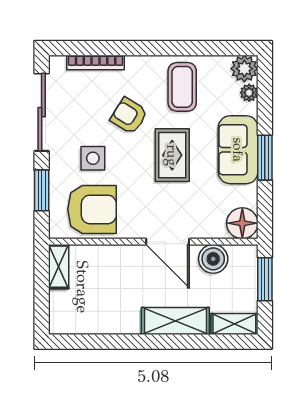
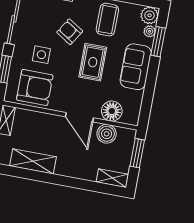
window: (265, 158) -> (158, 42), moved
floor lamp: (242, 223) -> (112, 111), moved
shelving: (175, 321) -> (33, 161), moved

